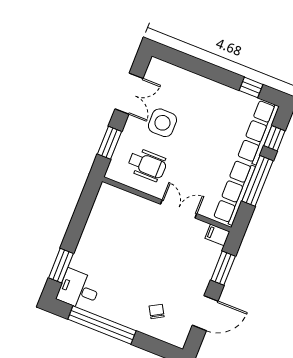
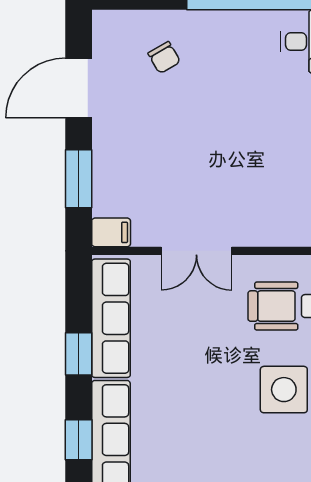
window: (258, 181) -> (79, 354), width x0.46

